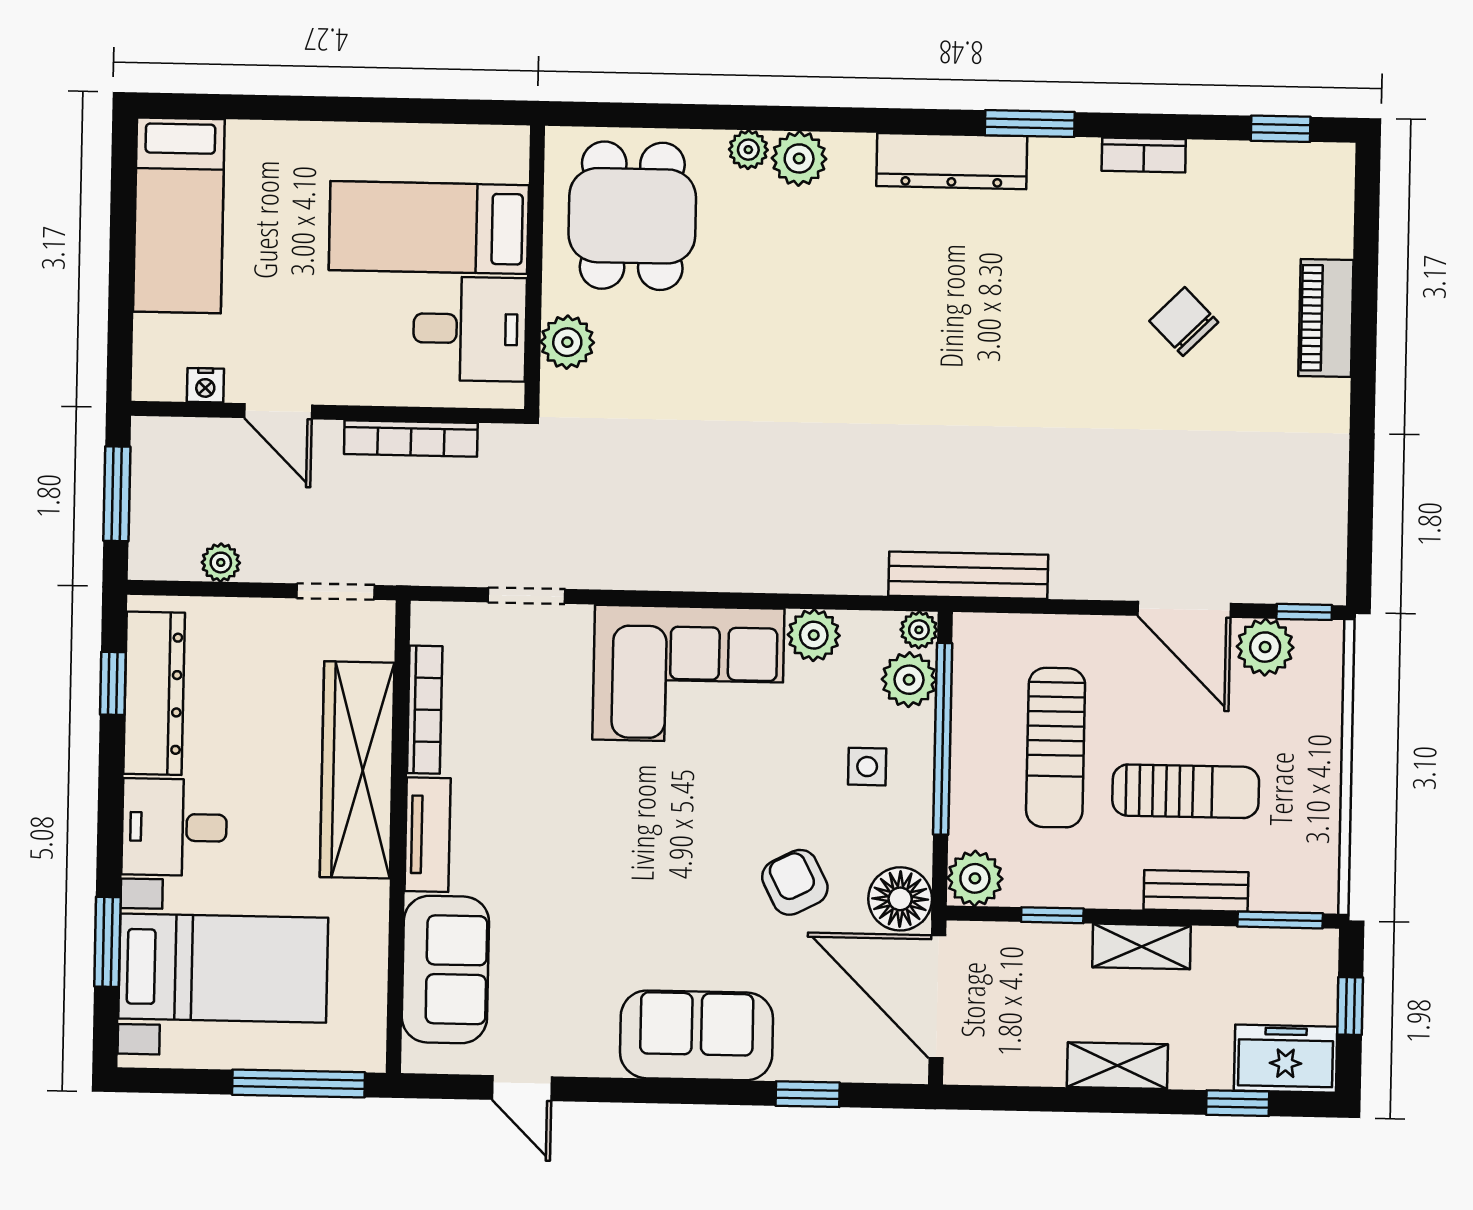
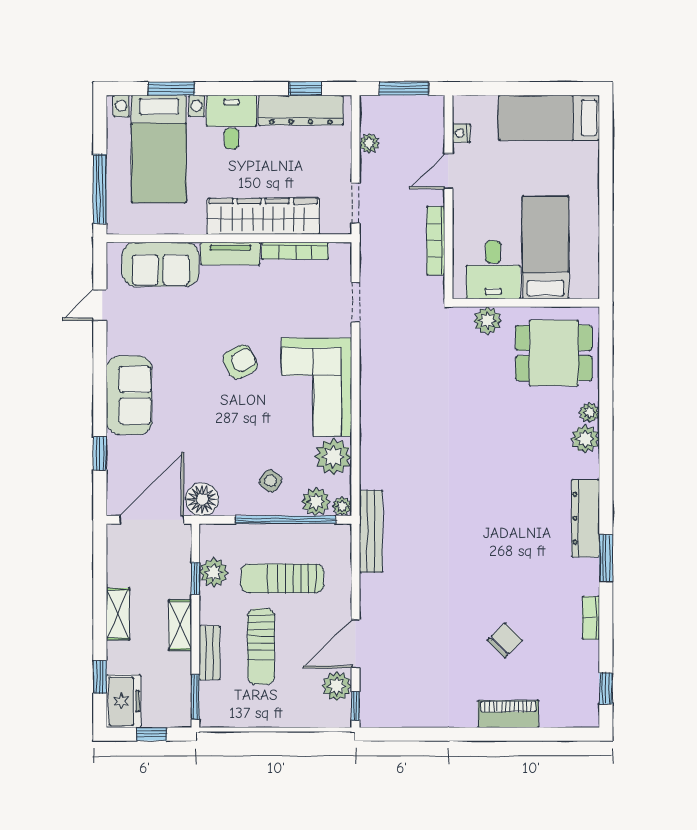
plant: (814, 635) -> (333, 457), width x1.36, depth x1.36
side table: (867, 767) -> (270, 481), turned 36
plant: (975, 878) -> (214, 572), moved
armchair: (795, 882) -> (240, 362), moved

